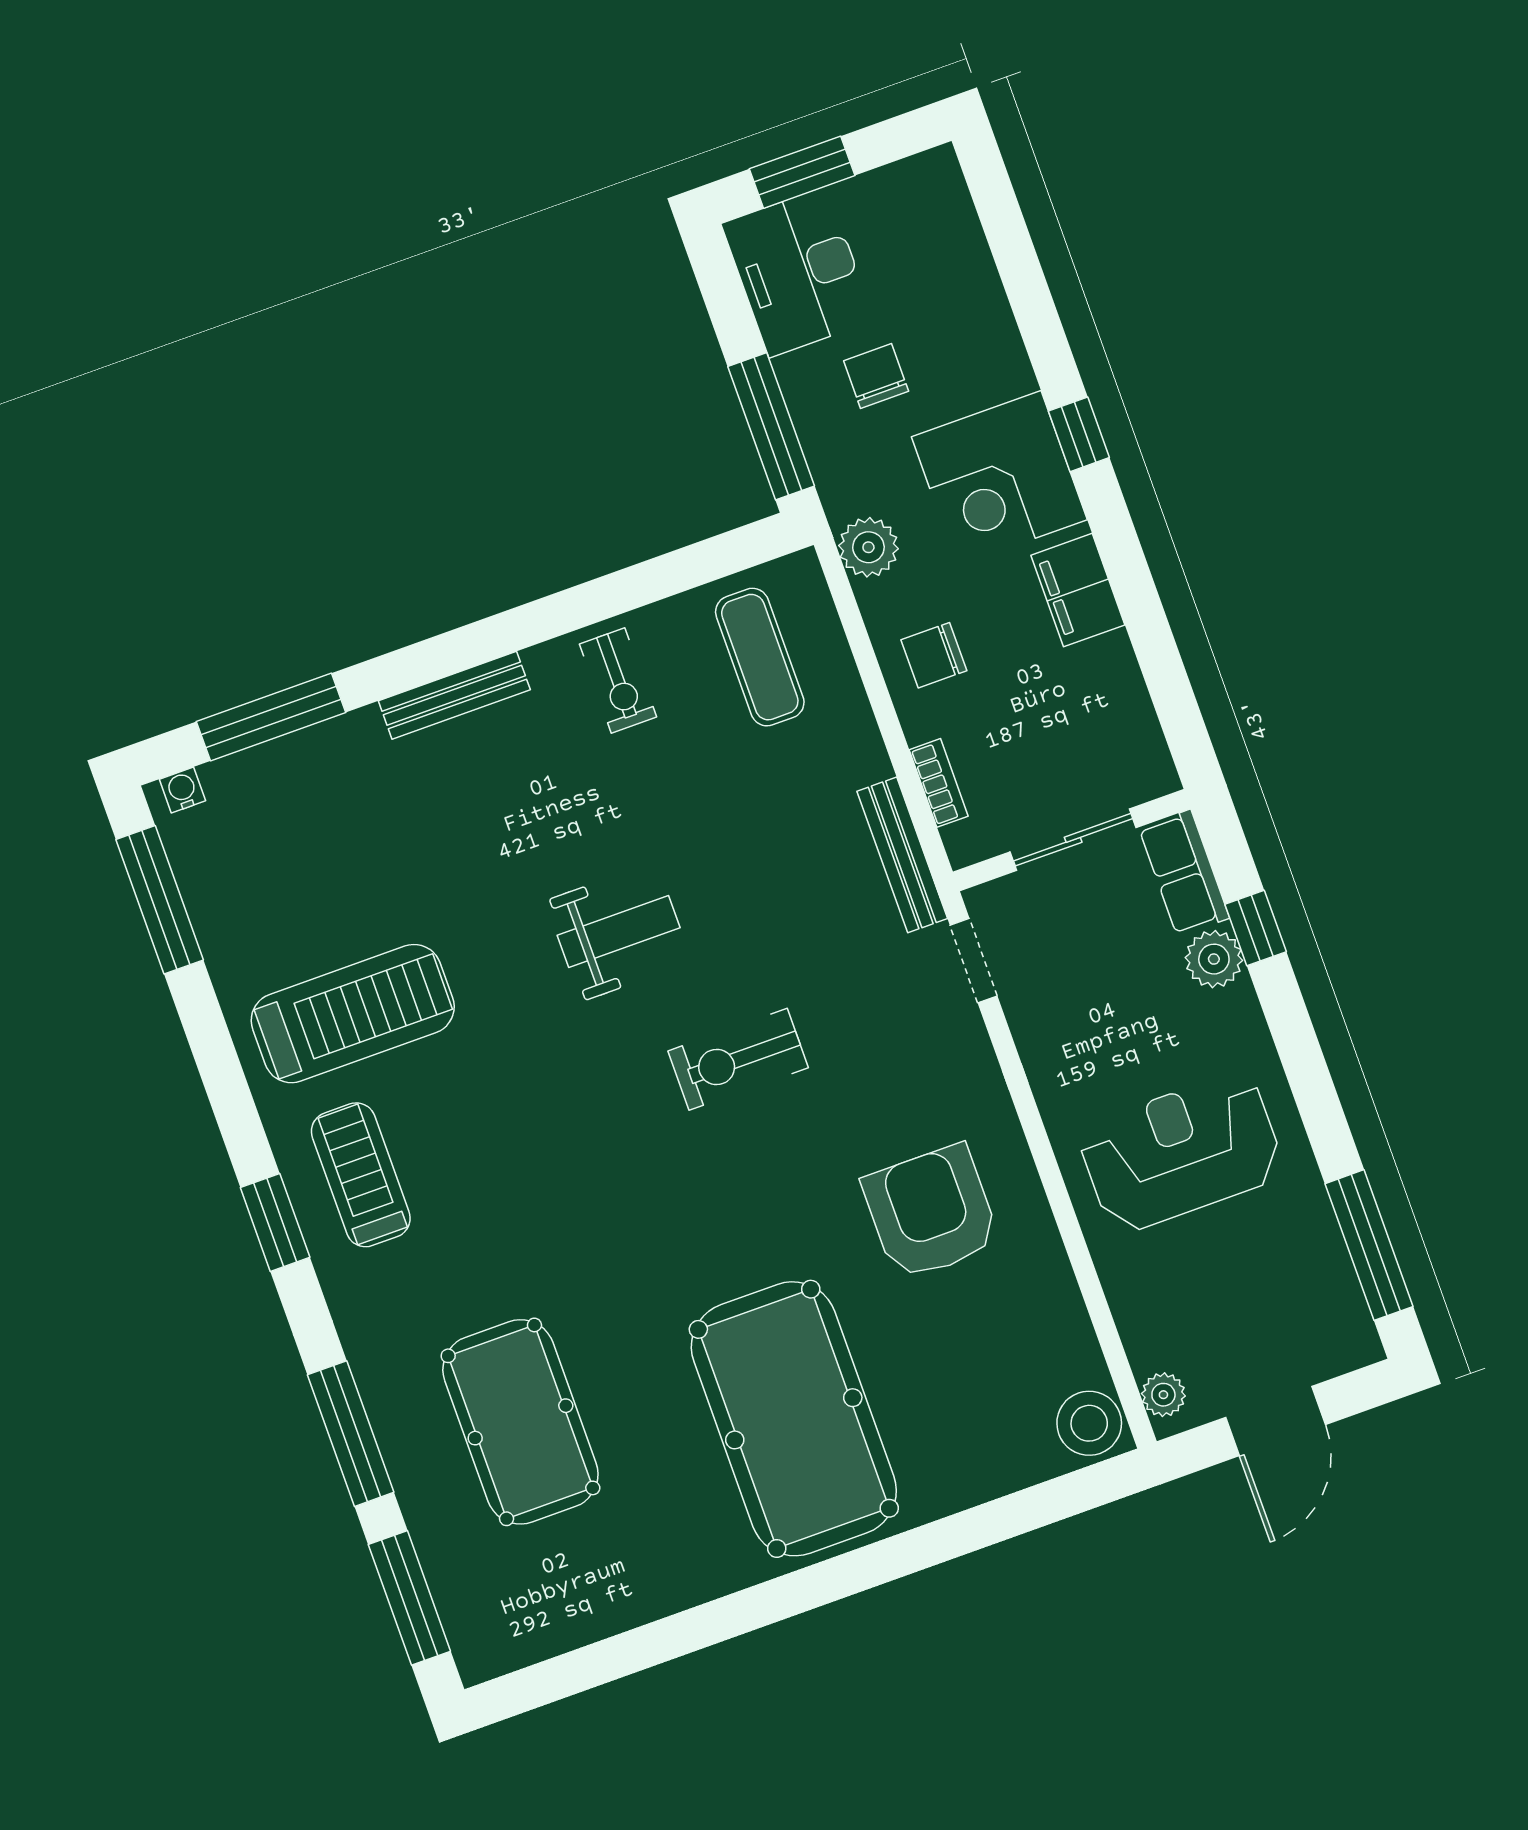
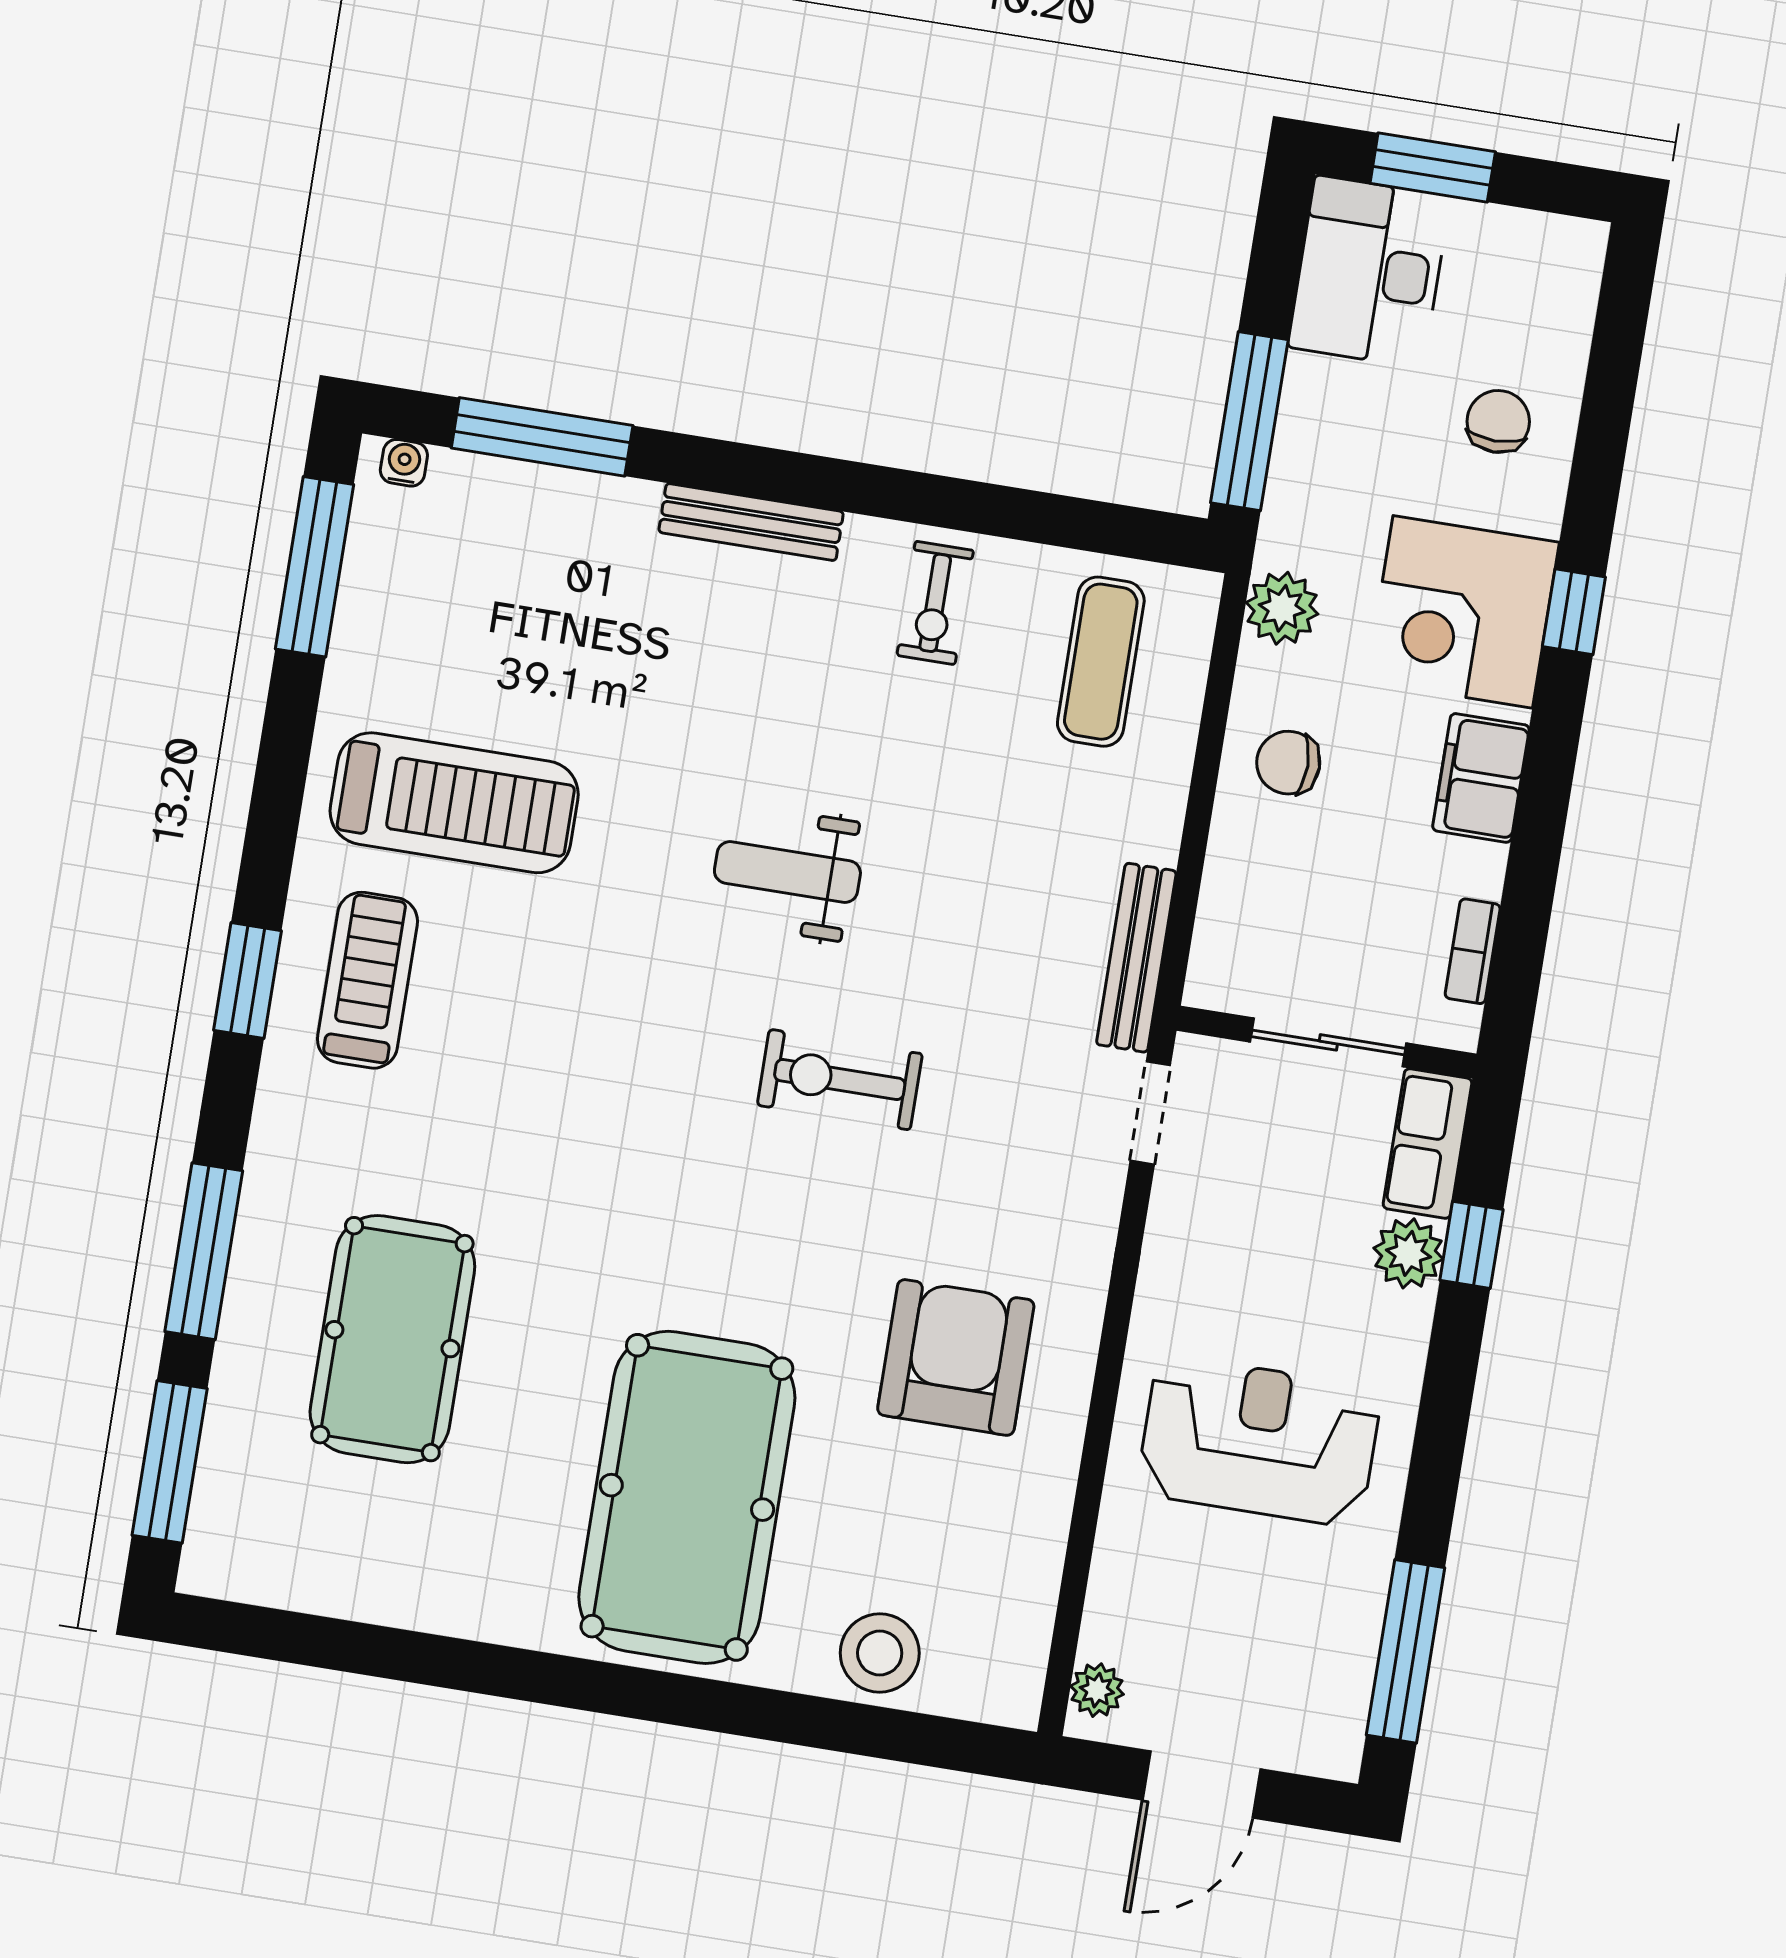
chair: (876, 376) -> (1498, 421), moved
bookcase: (939, 783) -> (1473, 951), moved, turned 180
weight bench: (619, 931) -> (787, 872), turned 180
stool: (1089, 1423) -> (880, 1653), moved

